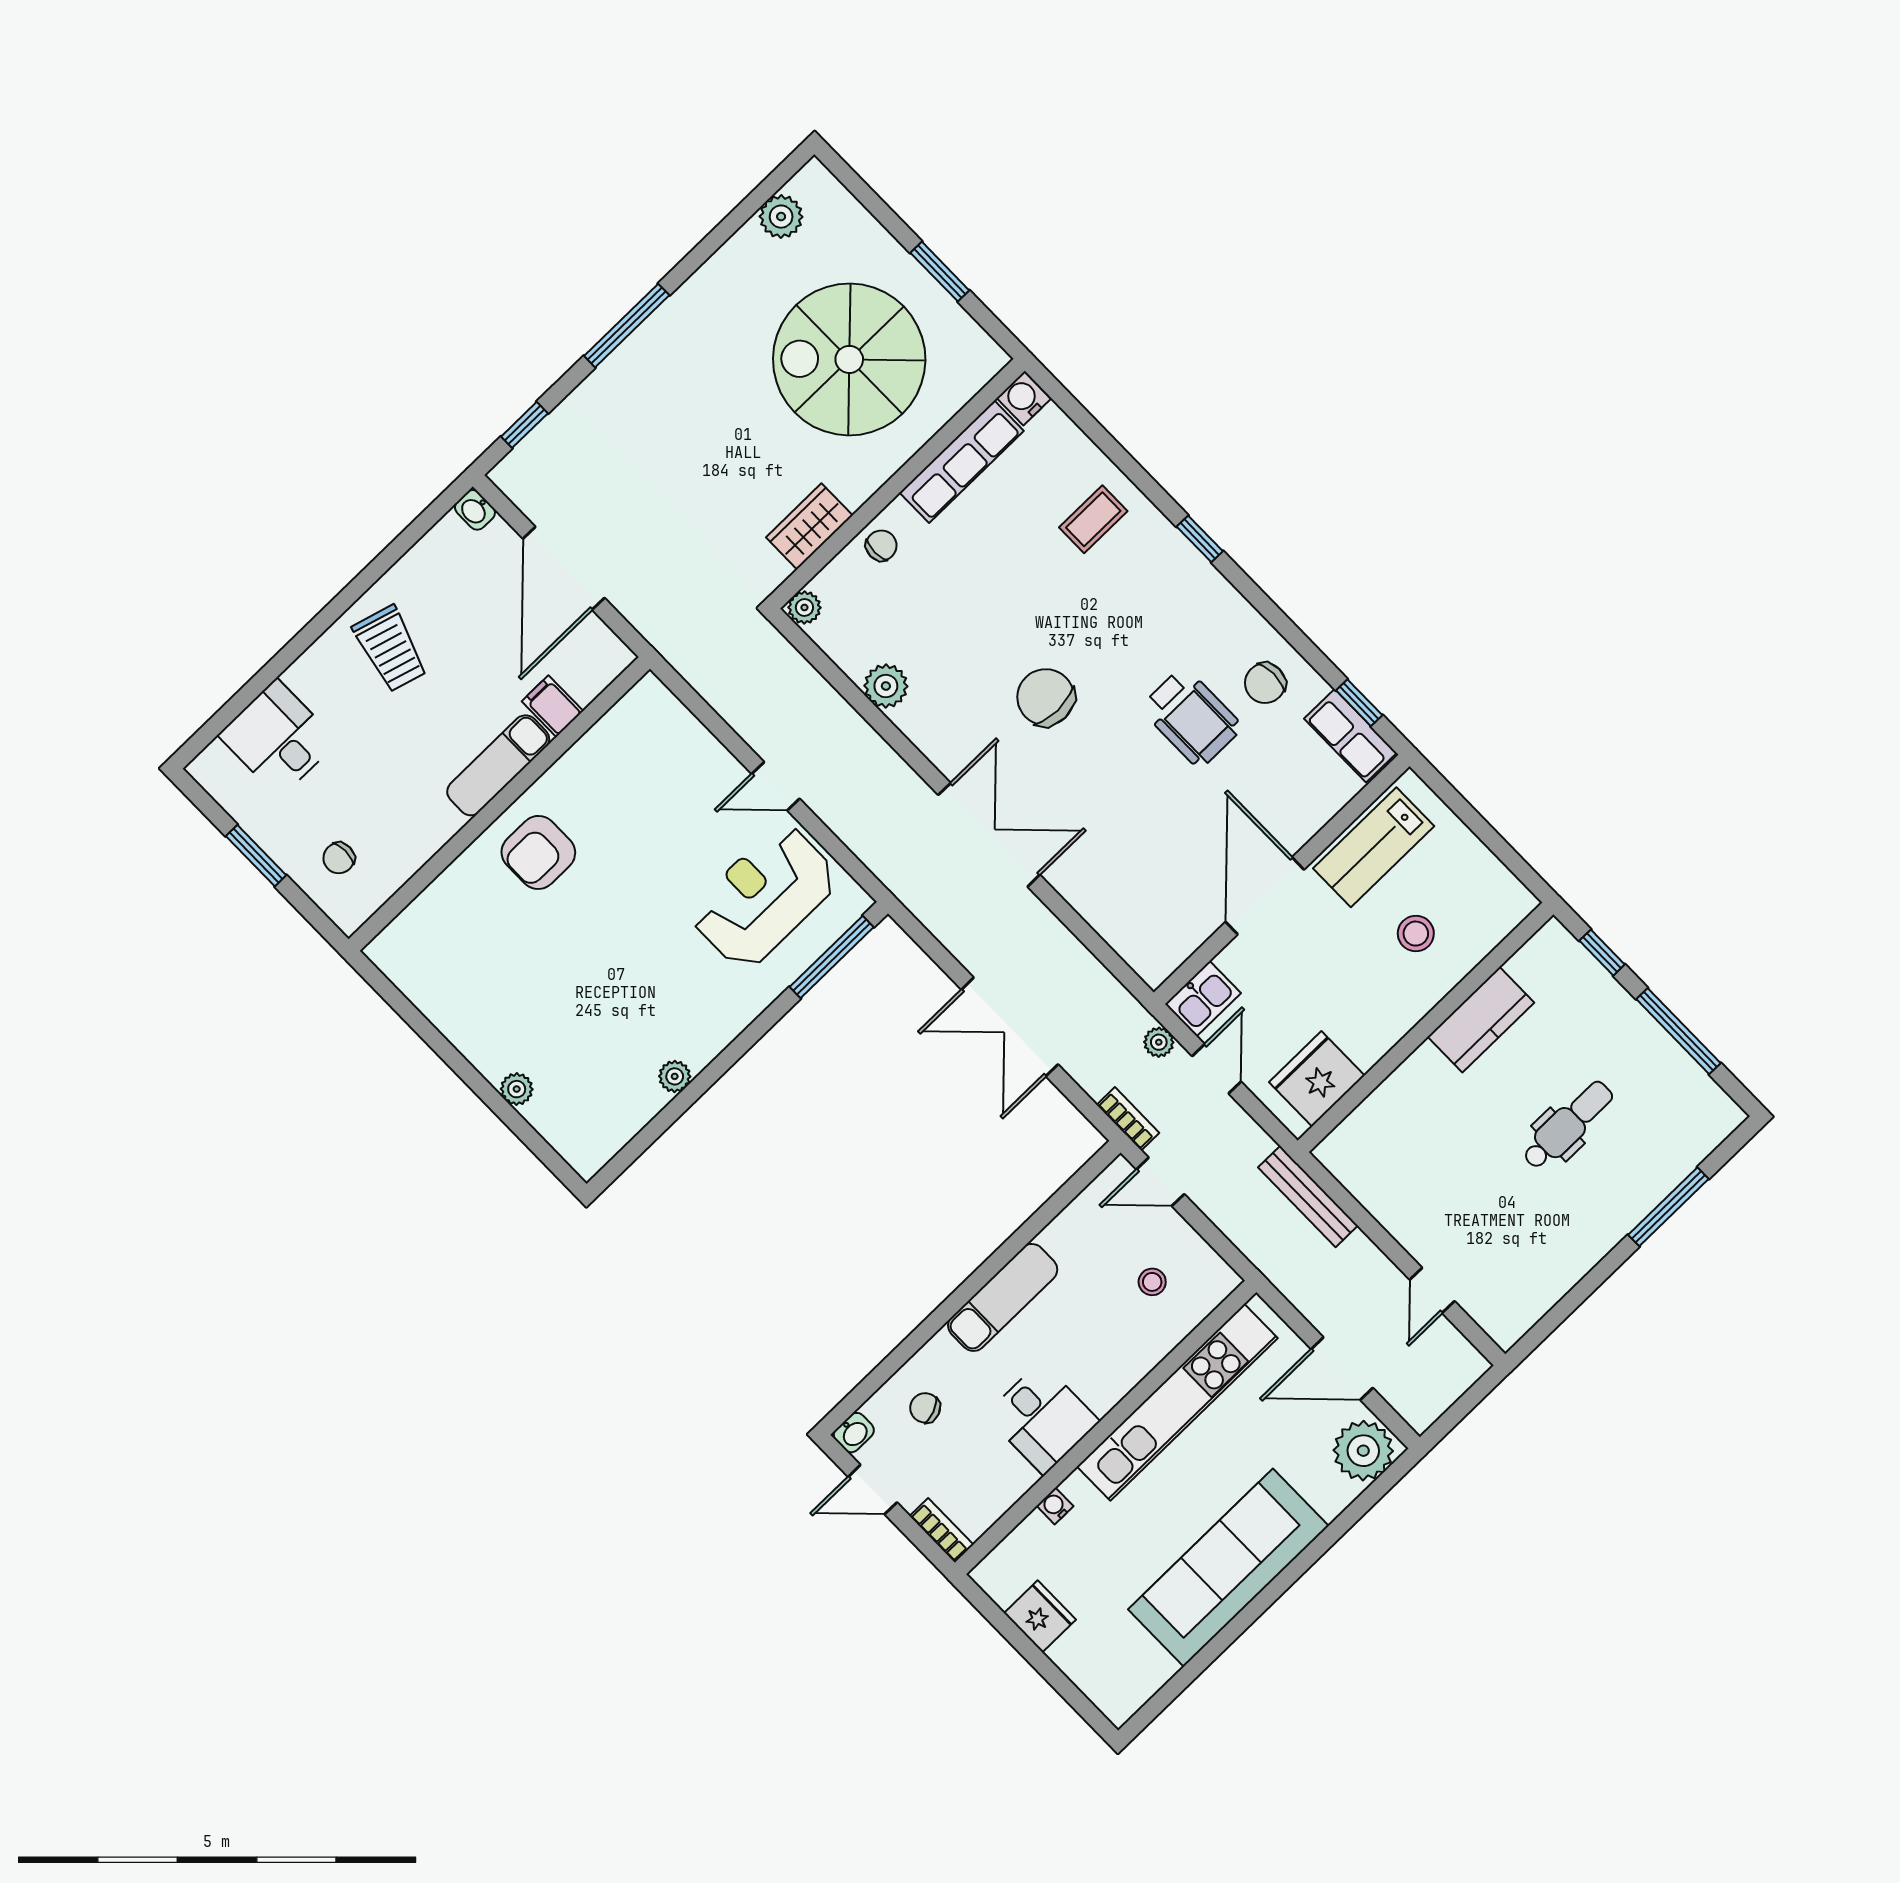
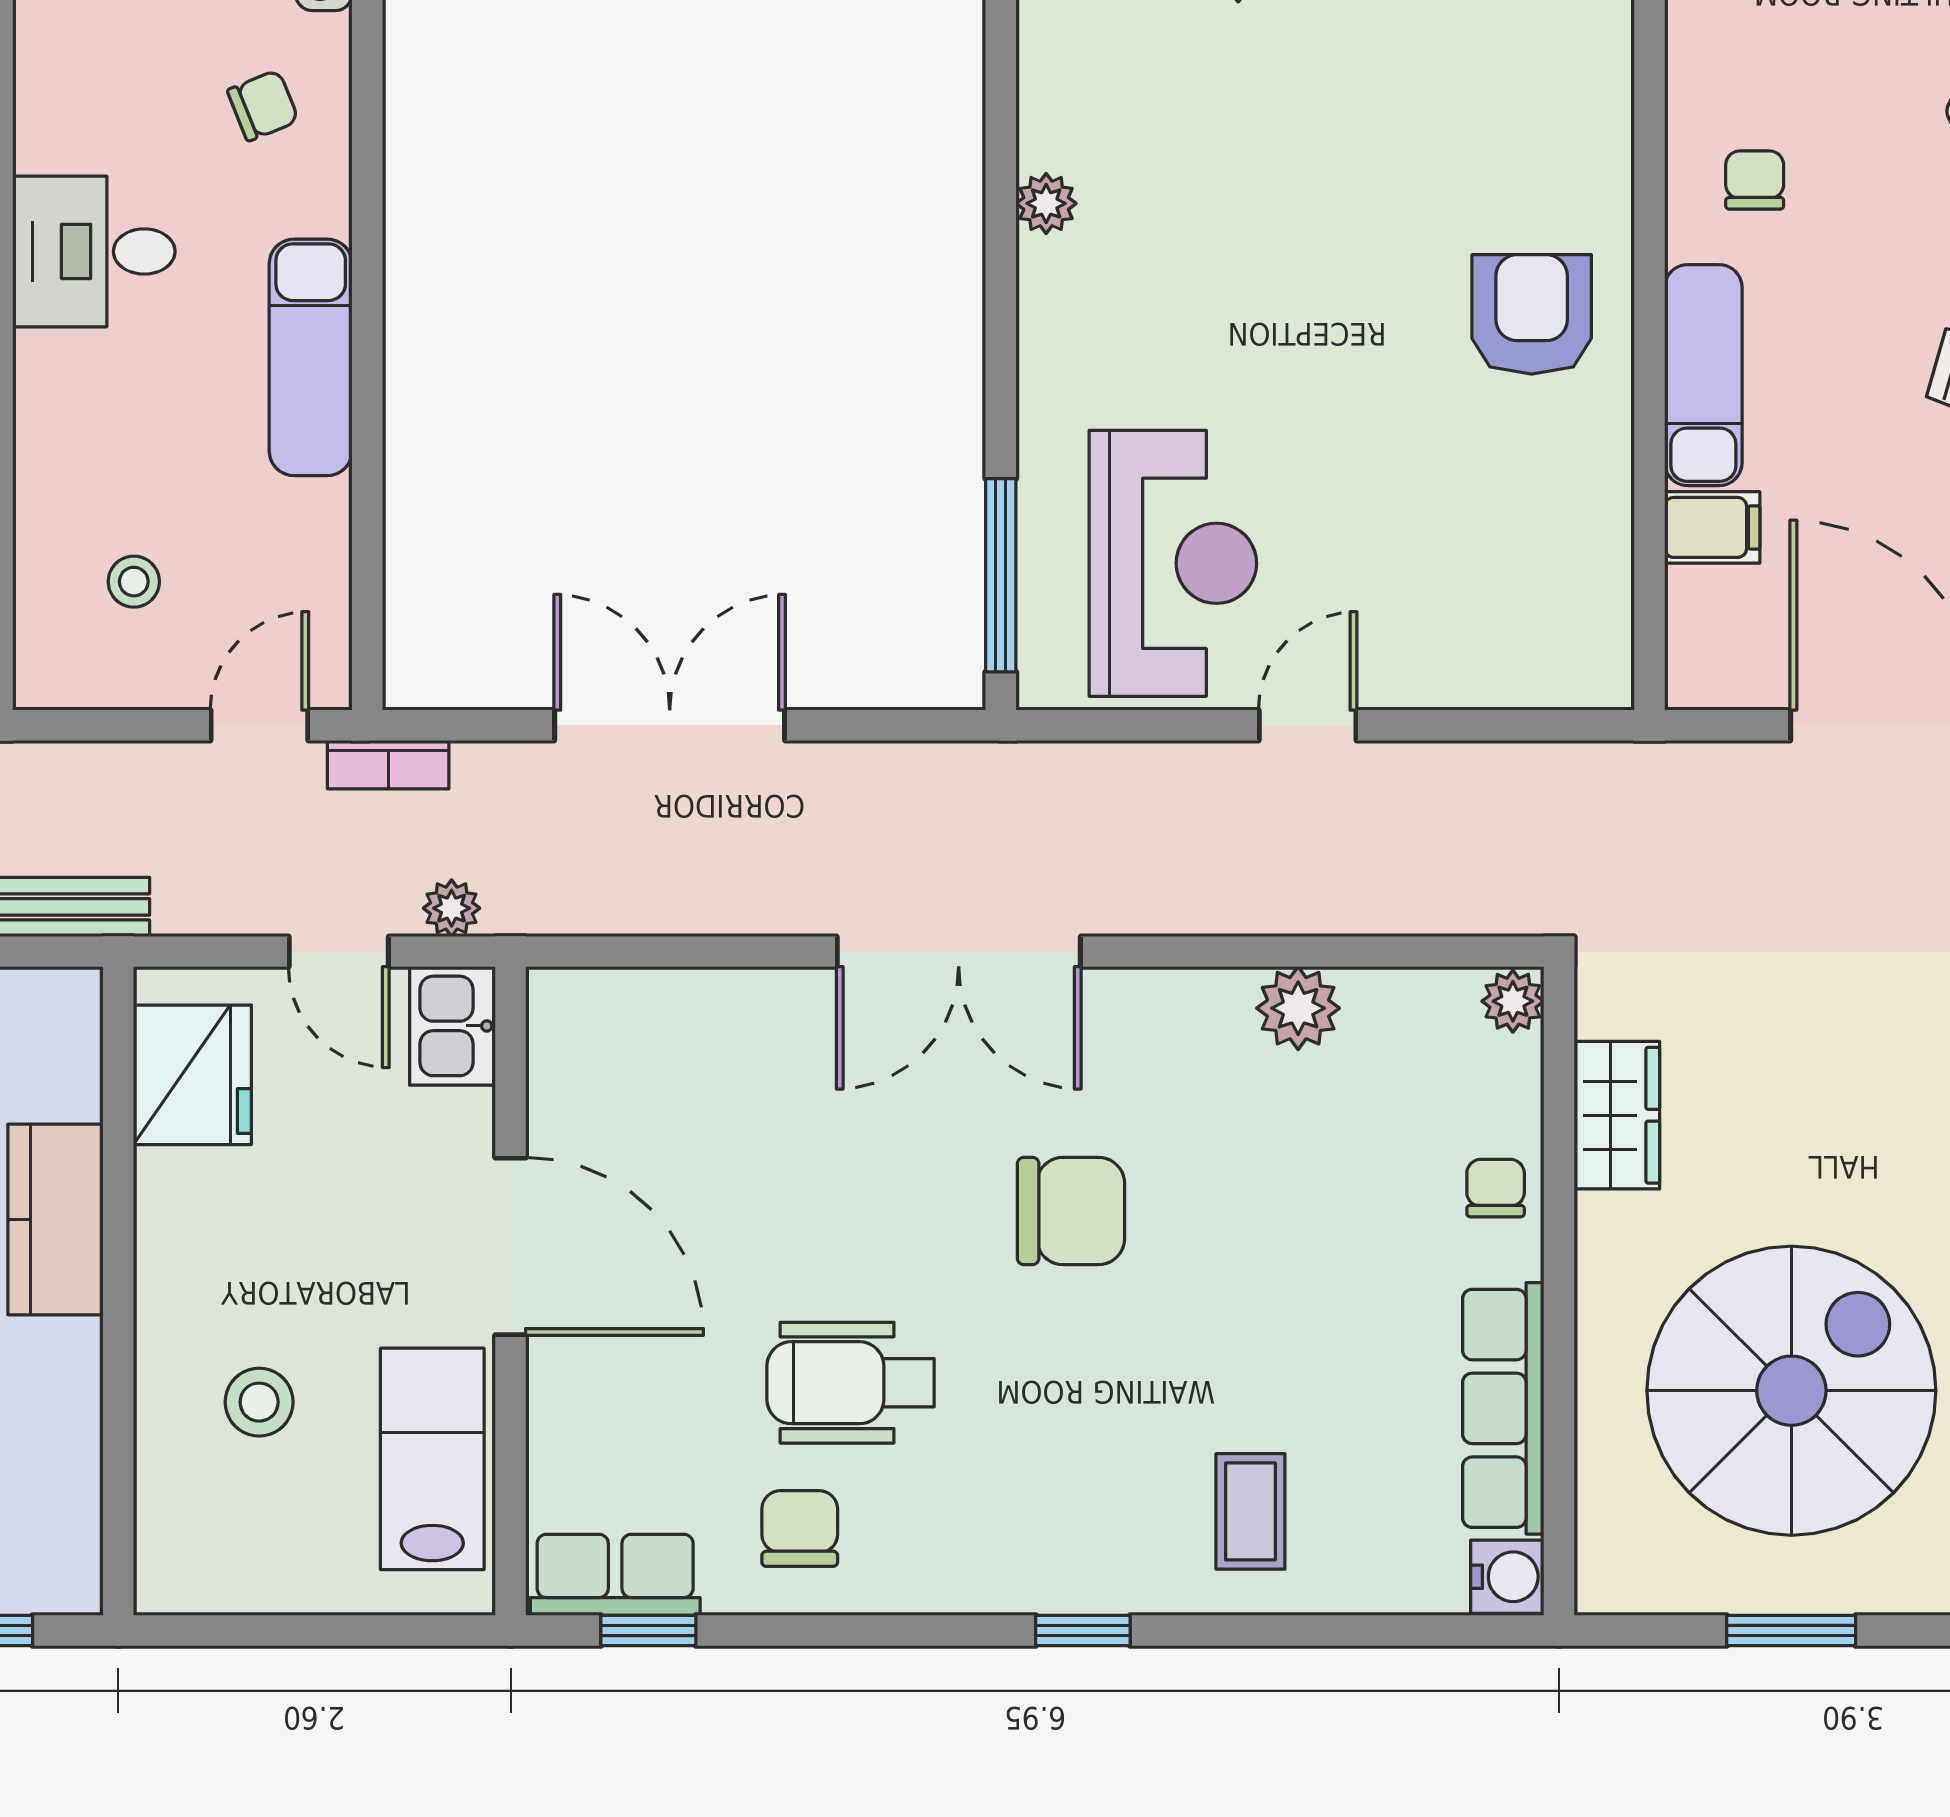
chair: (881, 545) -> (1496, 1188), turned 180
chair: (339, 858) -> (1755, 180), moved
kitchen counter: (1481, 1020) -> (56, 1219), moved

